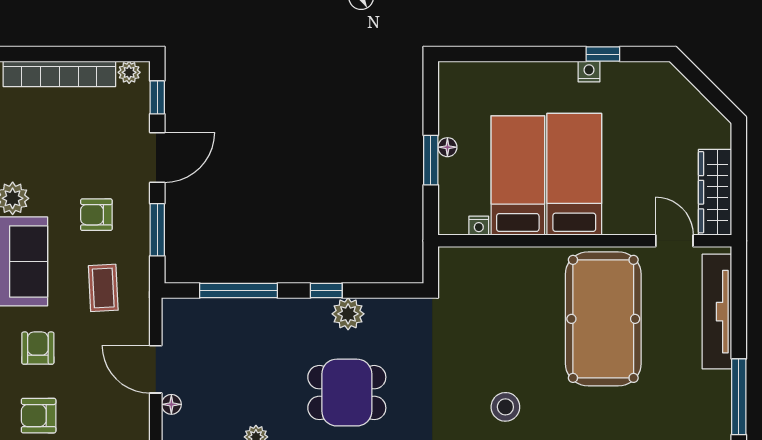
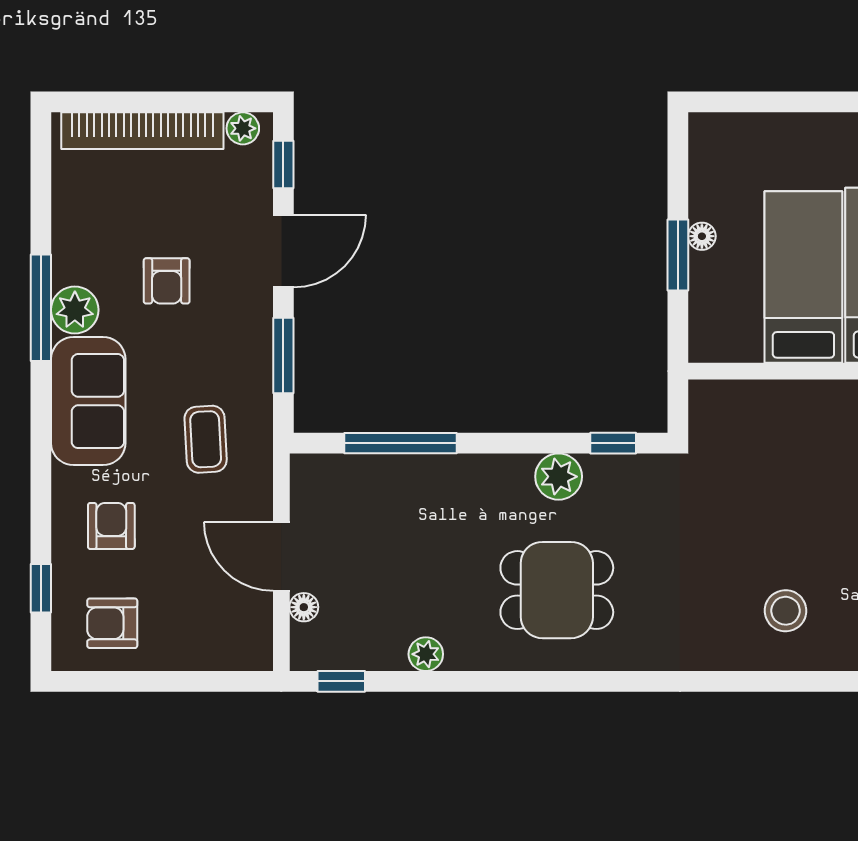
armchair: (96, 215) -> (167, 281), moved, turned -90
nightstand: (479, 226) -> (747, 349), removed
window: (326, 291) -> (613, 443), moved

